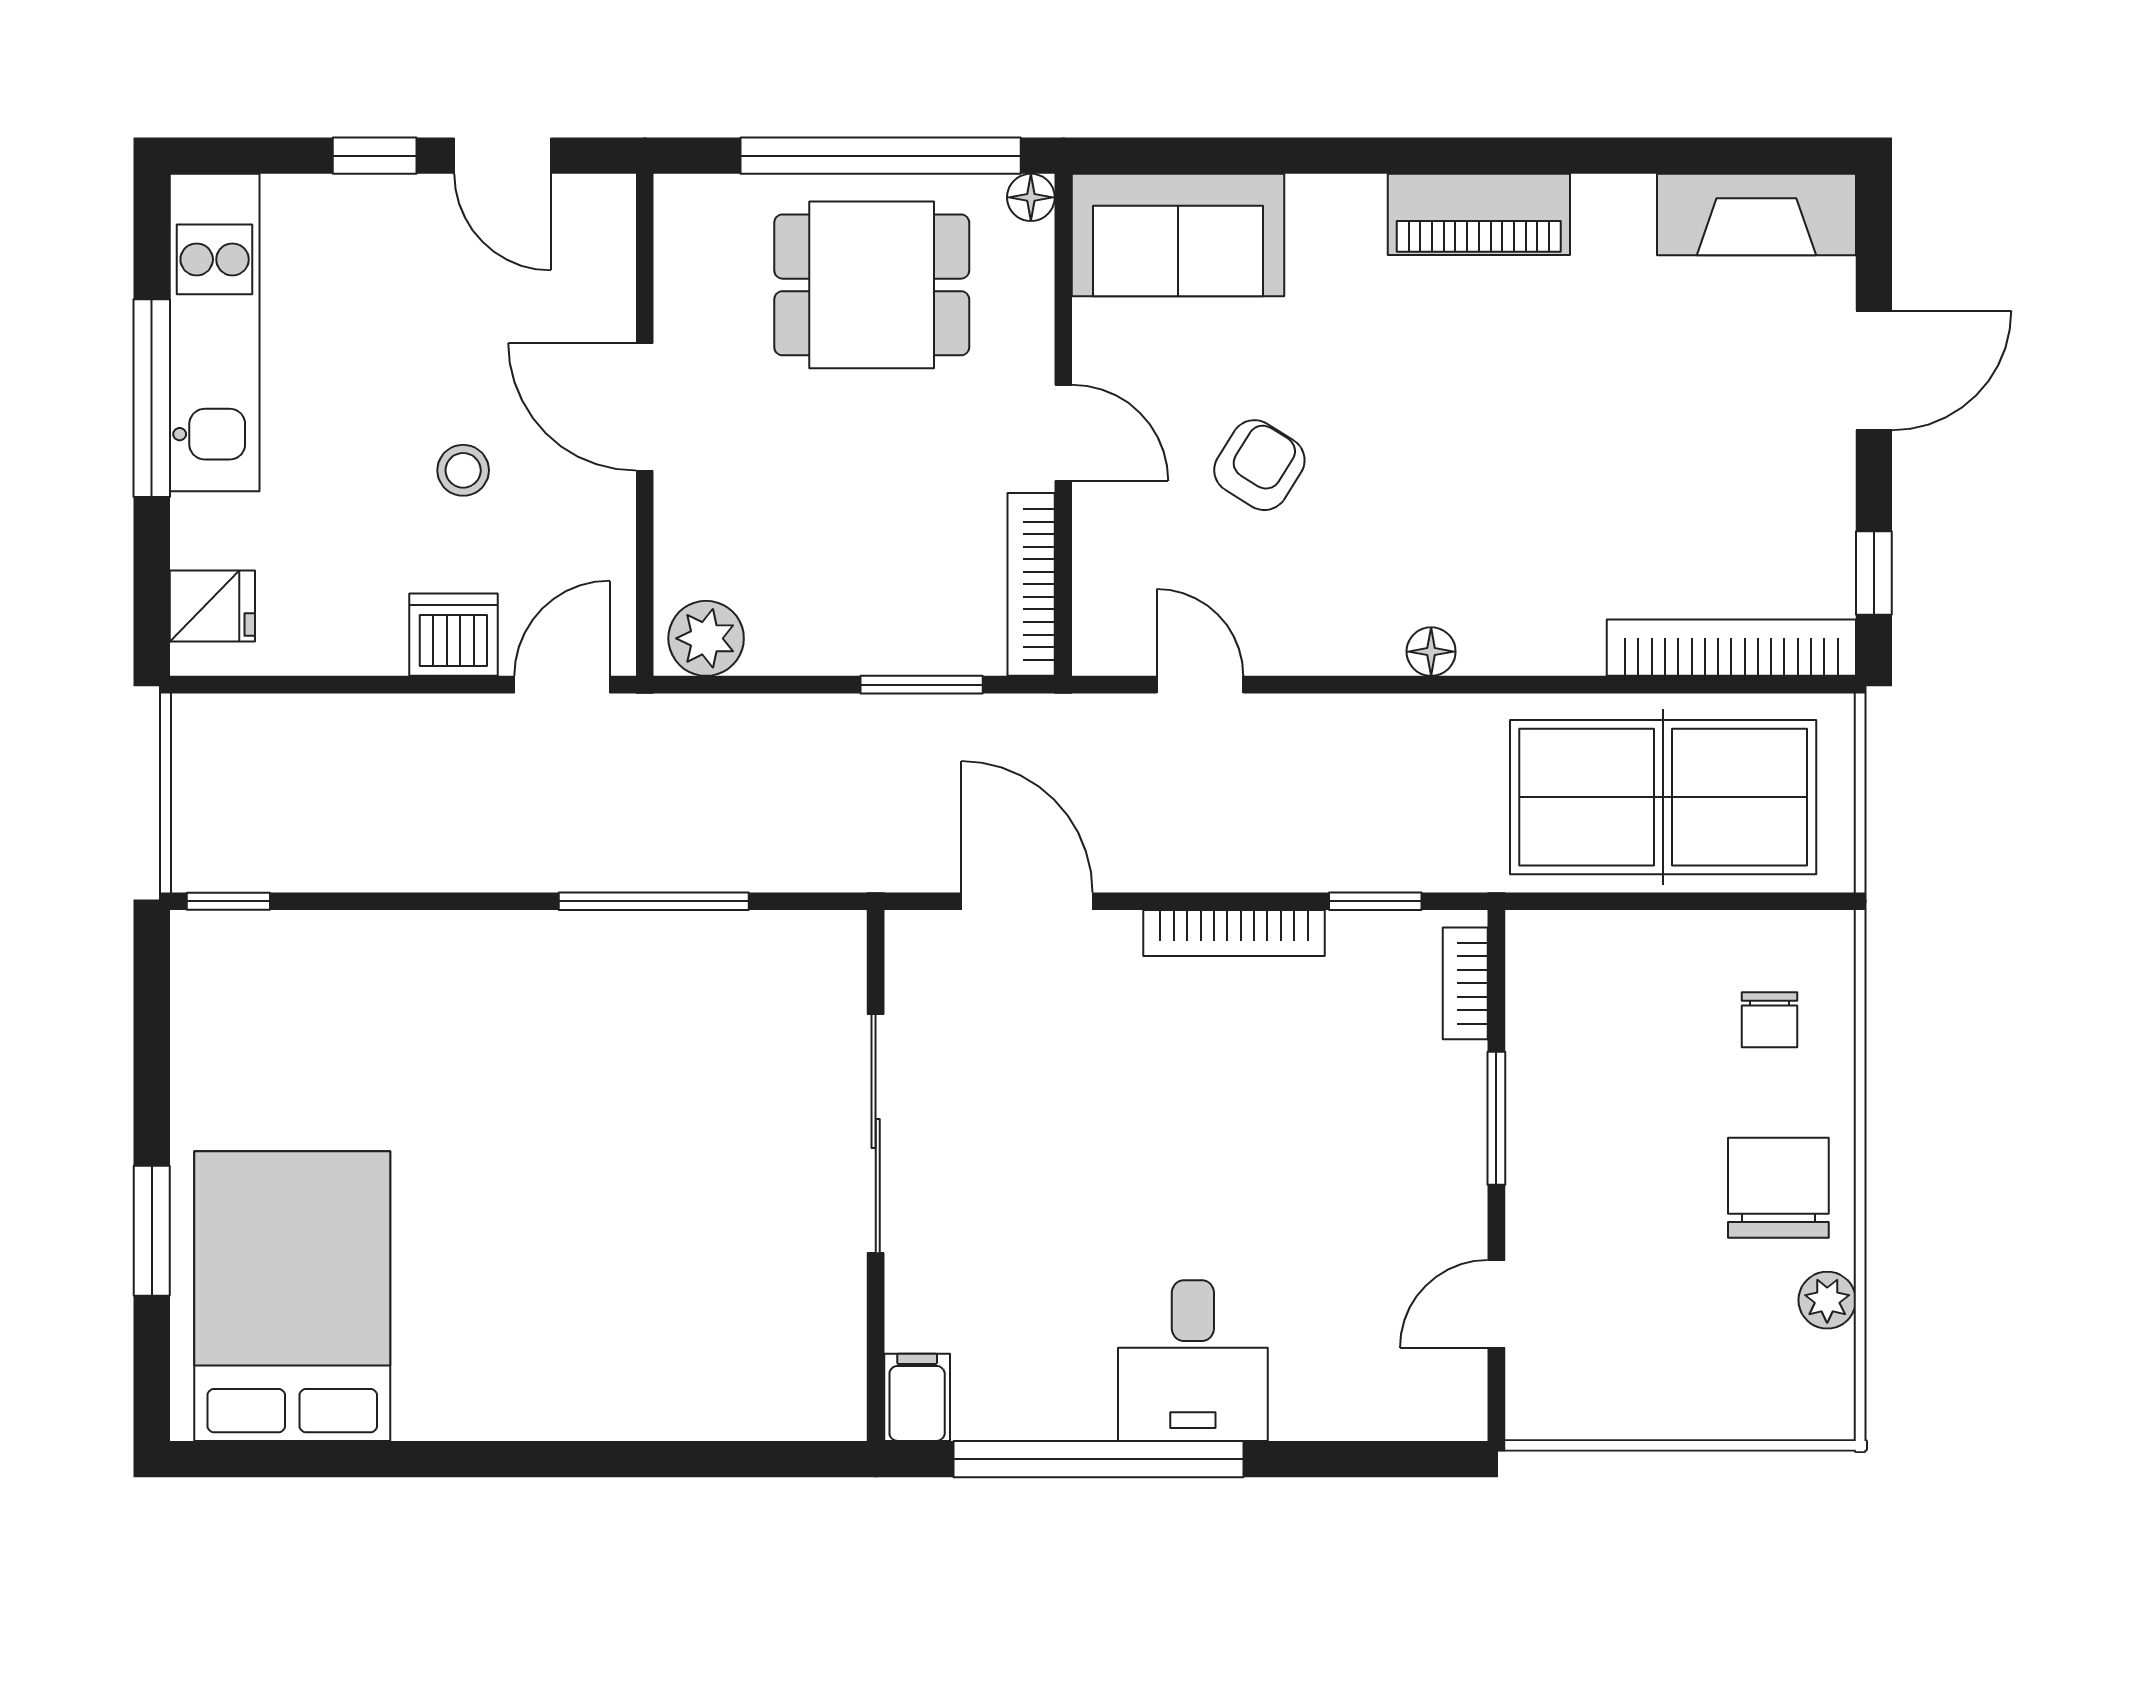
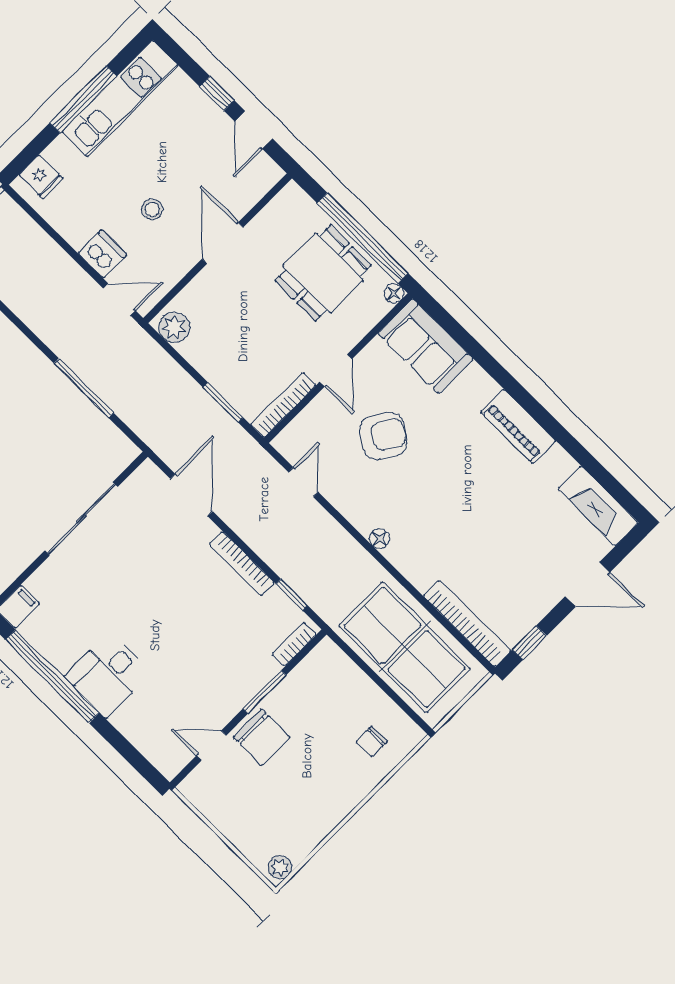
dining table: (872, 285) -> (323, 273), turned 90
armchair: (1259, 465) -> (383, 436), width x1.38, depth x1.38
chair: (1778, 1188) -> (262, 737), moved, turned 90
plant: (1827, 1300) -> (280, 867), moved

